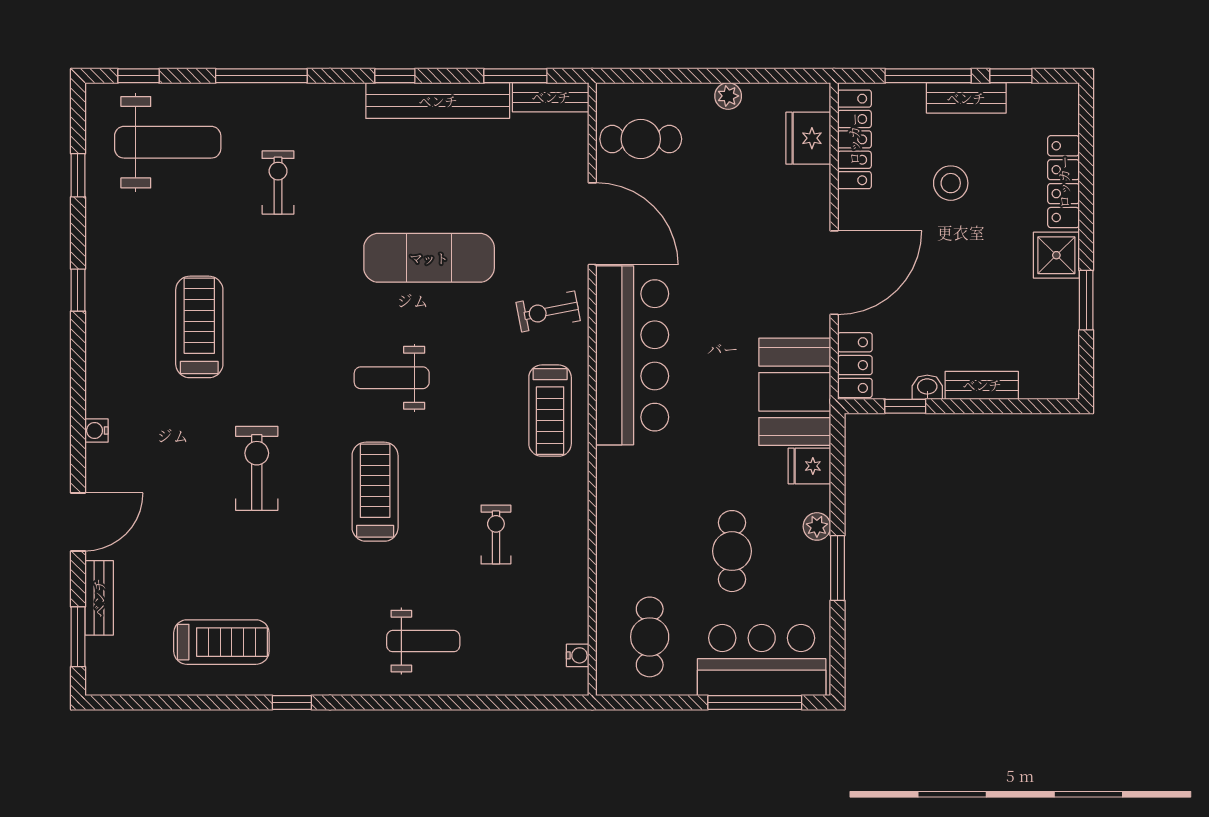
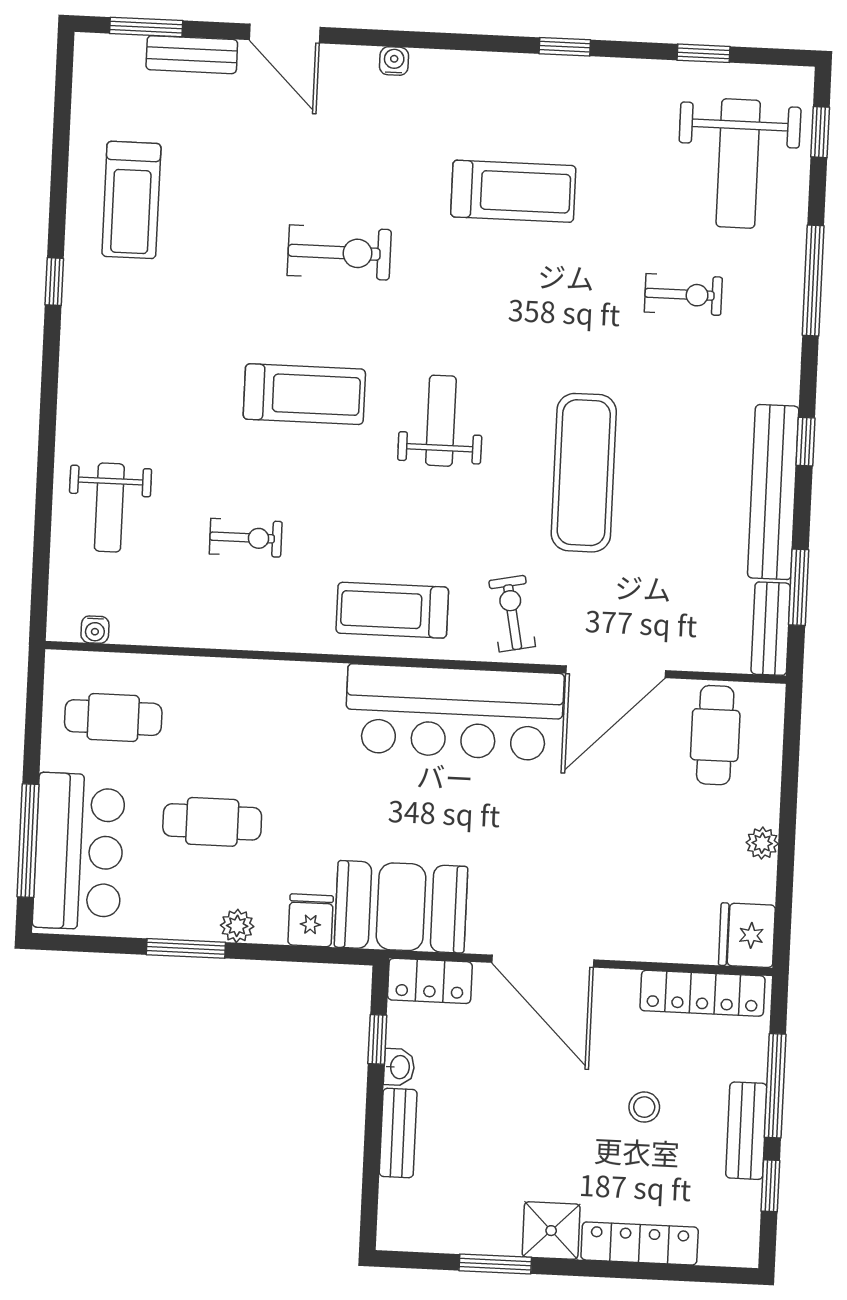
fridge: (808, 138) -> (747, 935), moved, turned -90
stool: (951, 183) -> (644, 1107), width x0.73, depth x0.73
weight bench: (423, 641) -> (109, 508), moved

